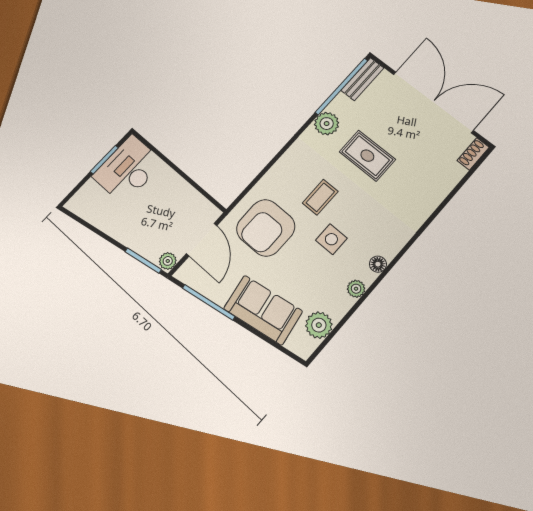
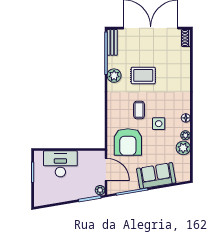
desk: (128, 169) -> (60, 164), moved, turned 90
plant: (319, 325) -> (183, 148), moved

